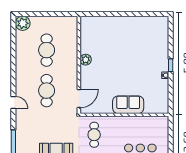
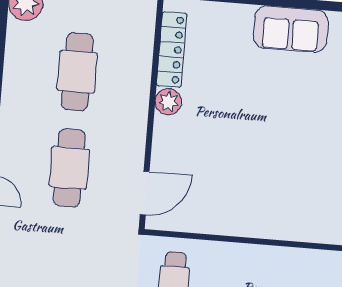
locker: (85, 38) -> (172, 50), added
sofa: (128, 105) -> (291, 29), moved, turned 180

